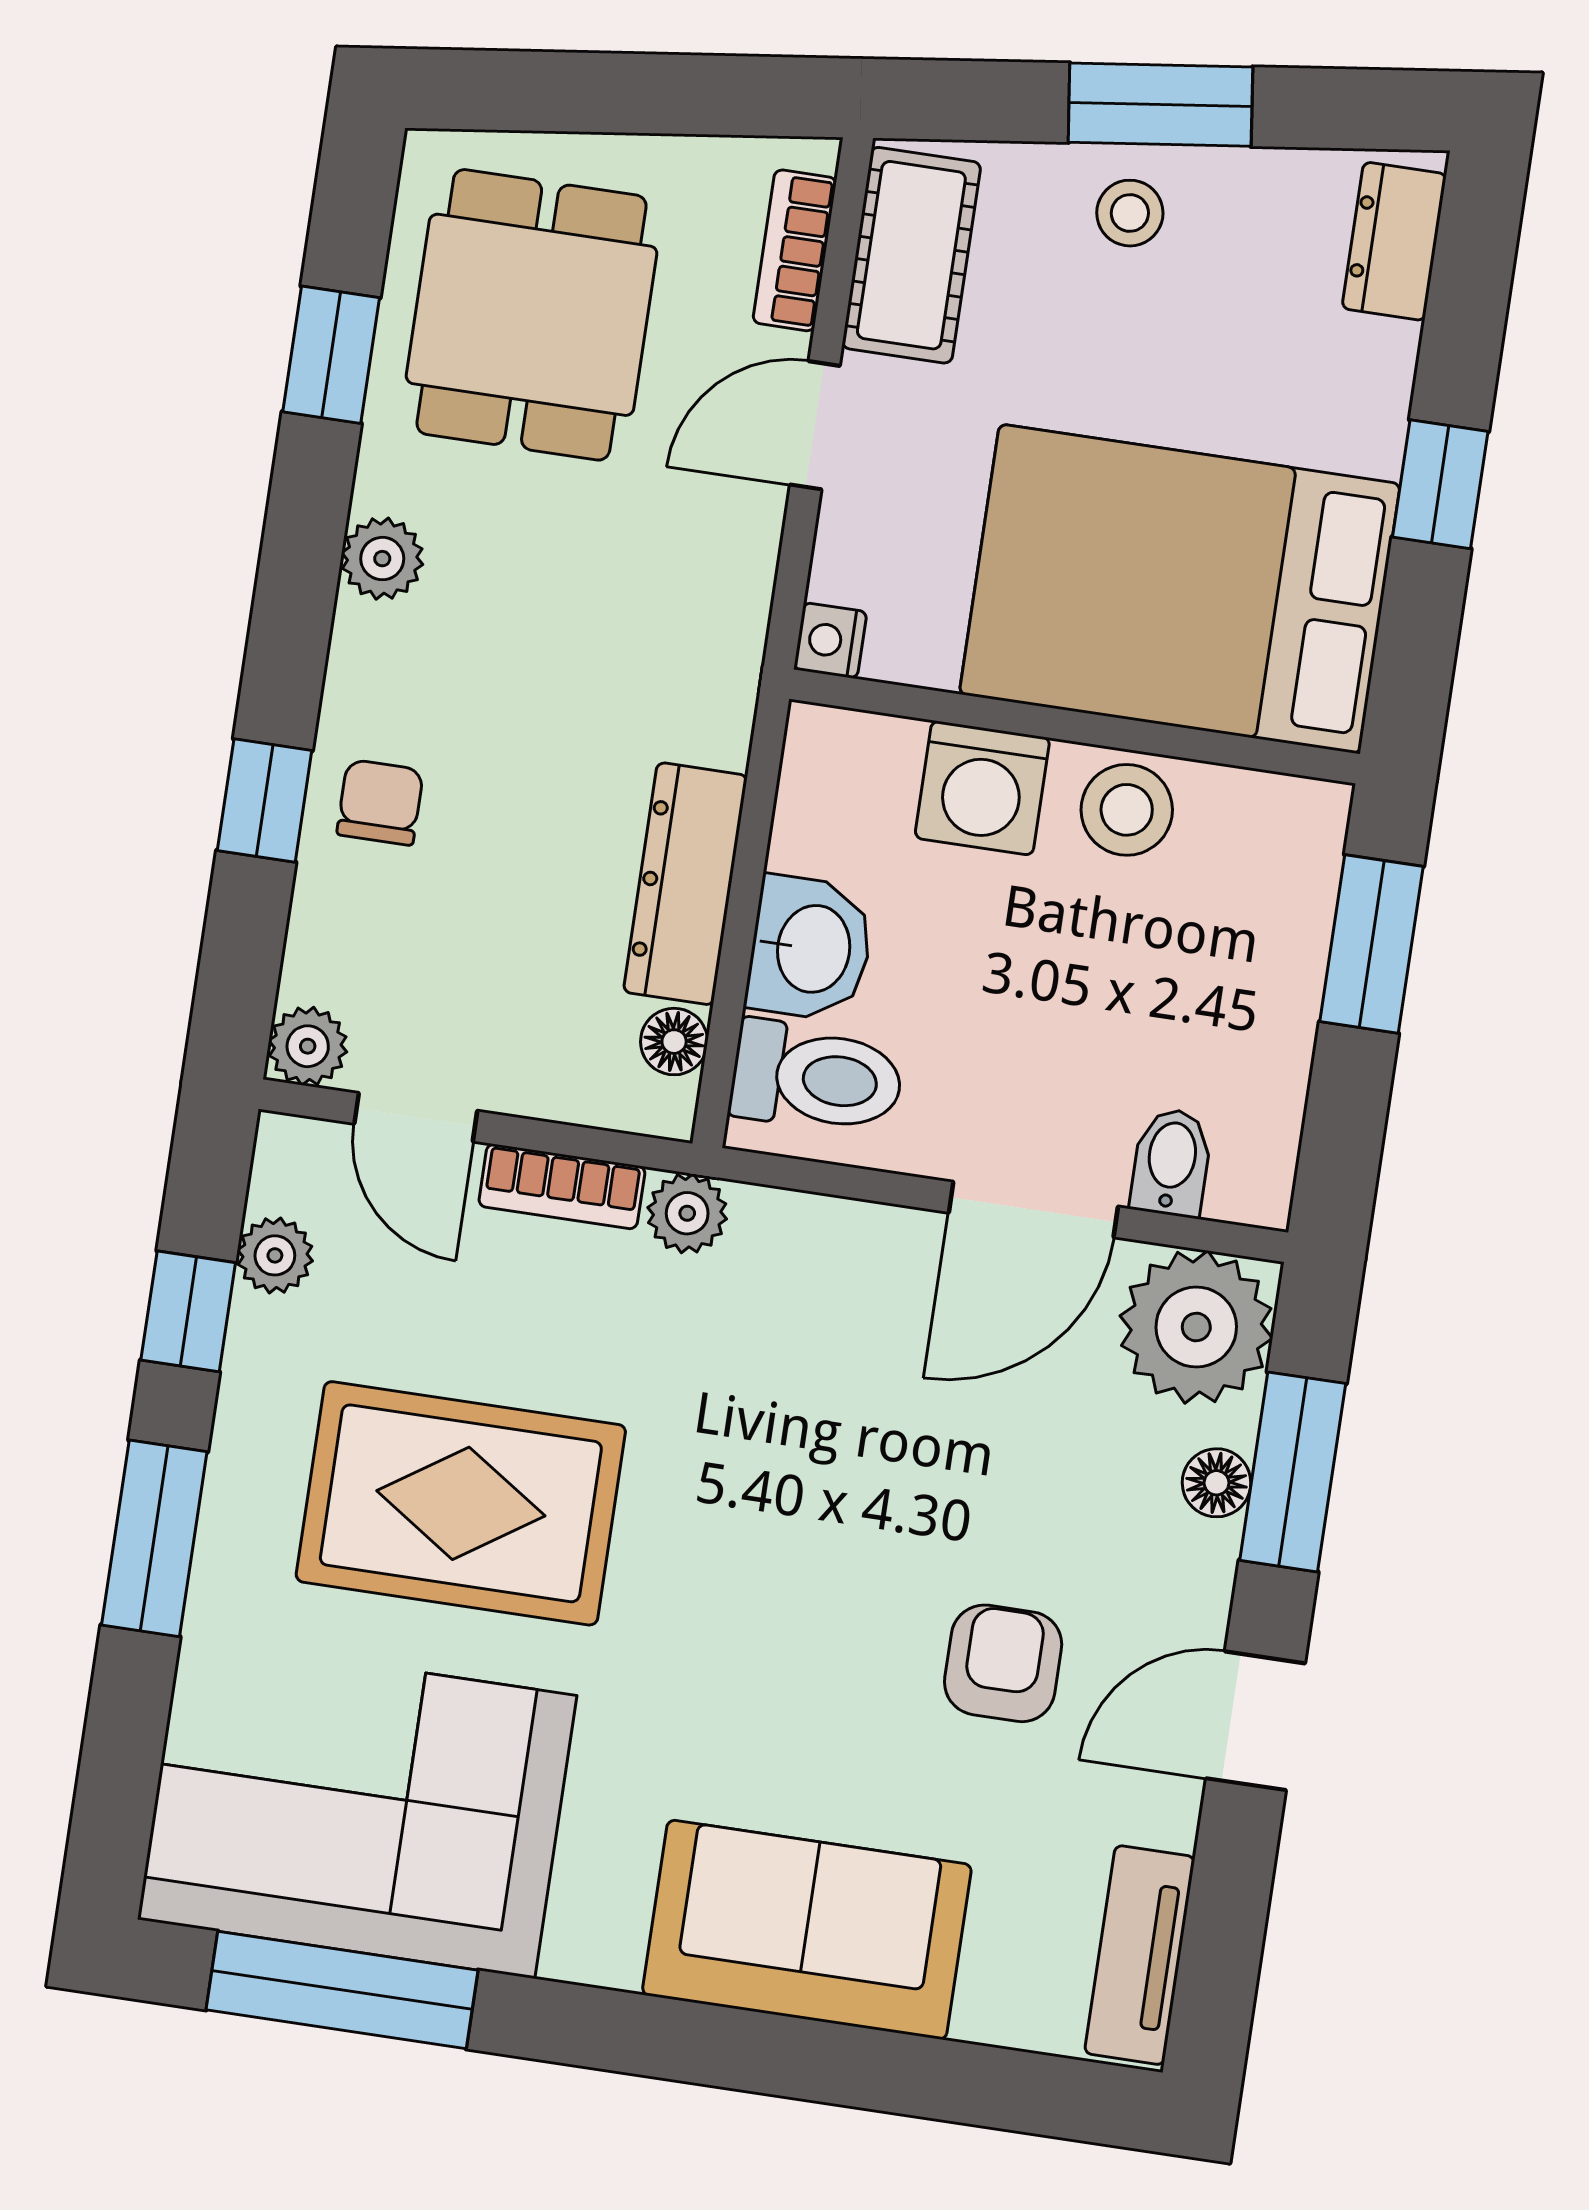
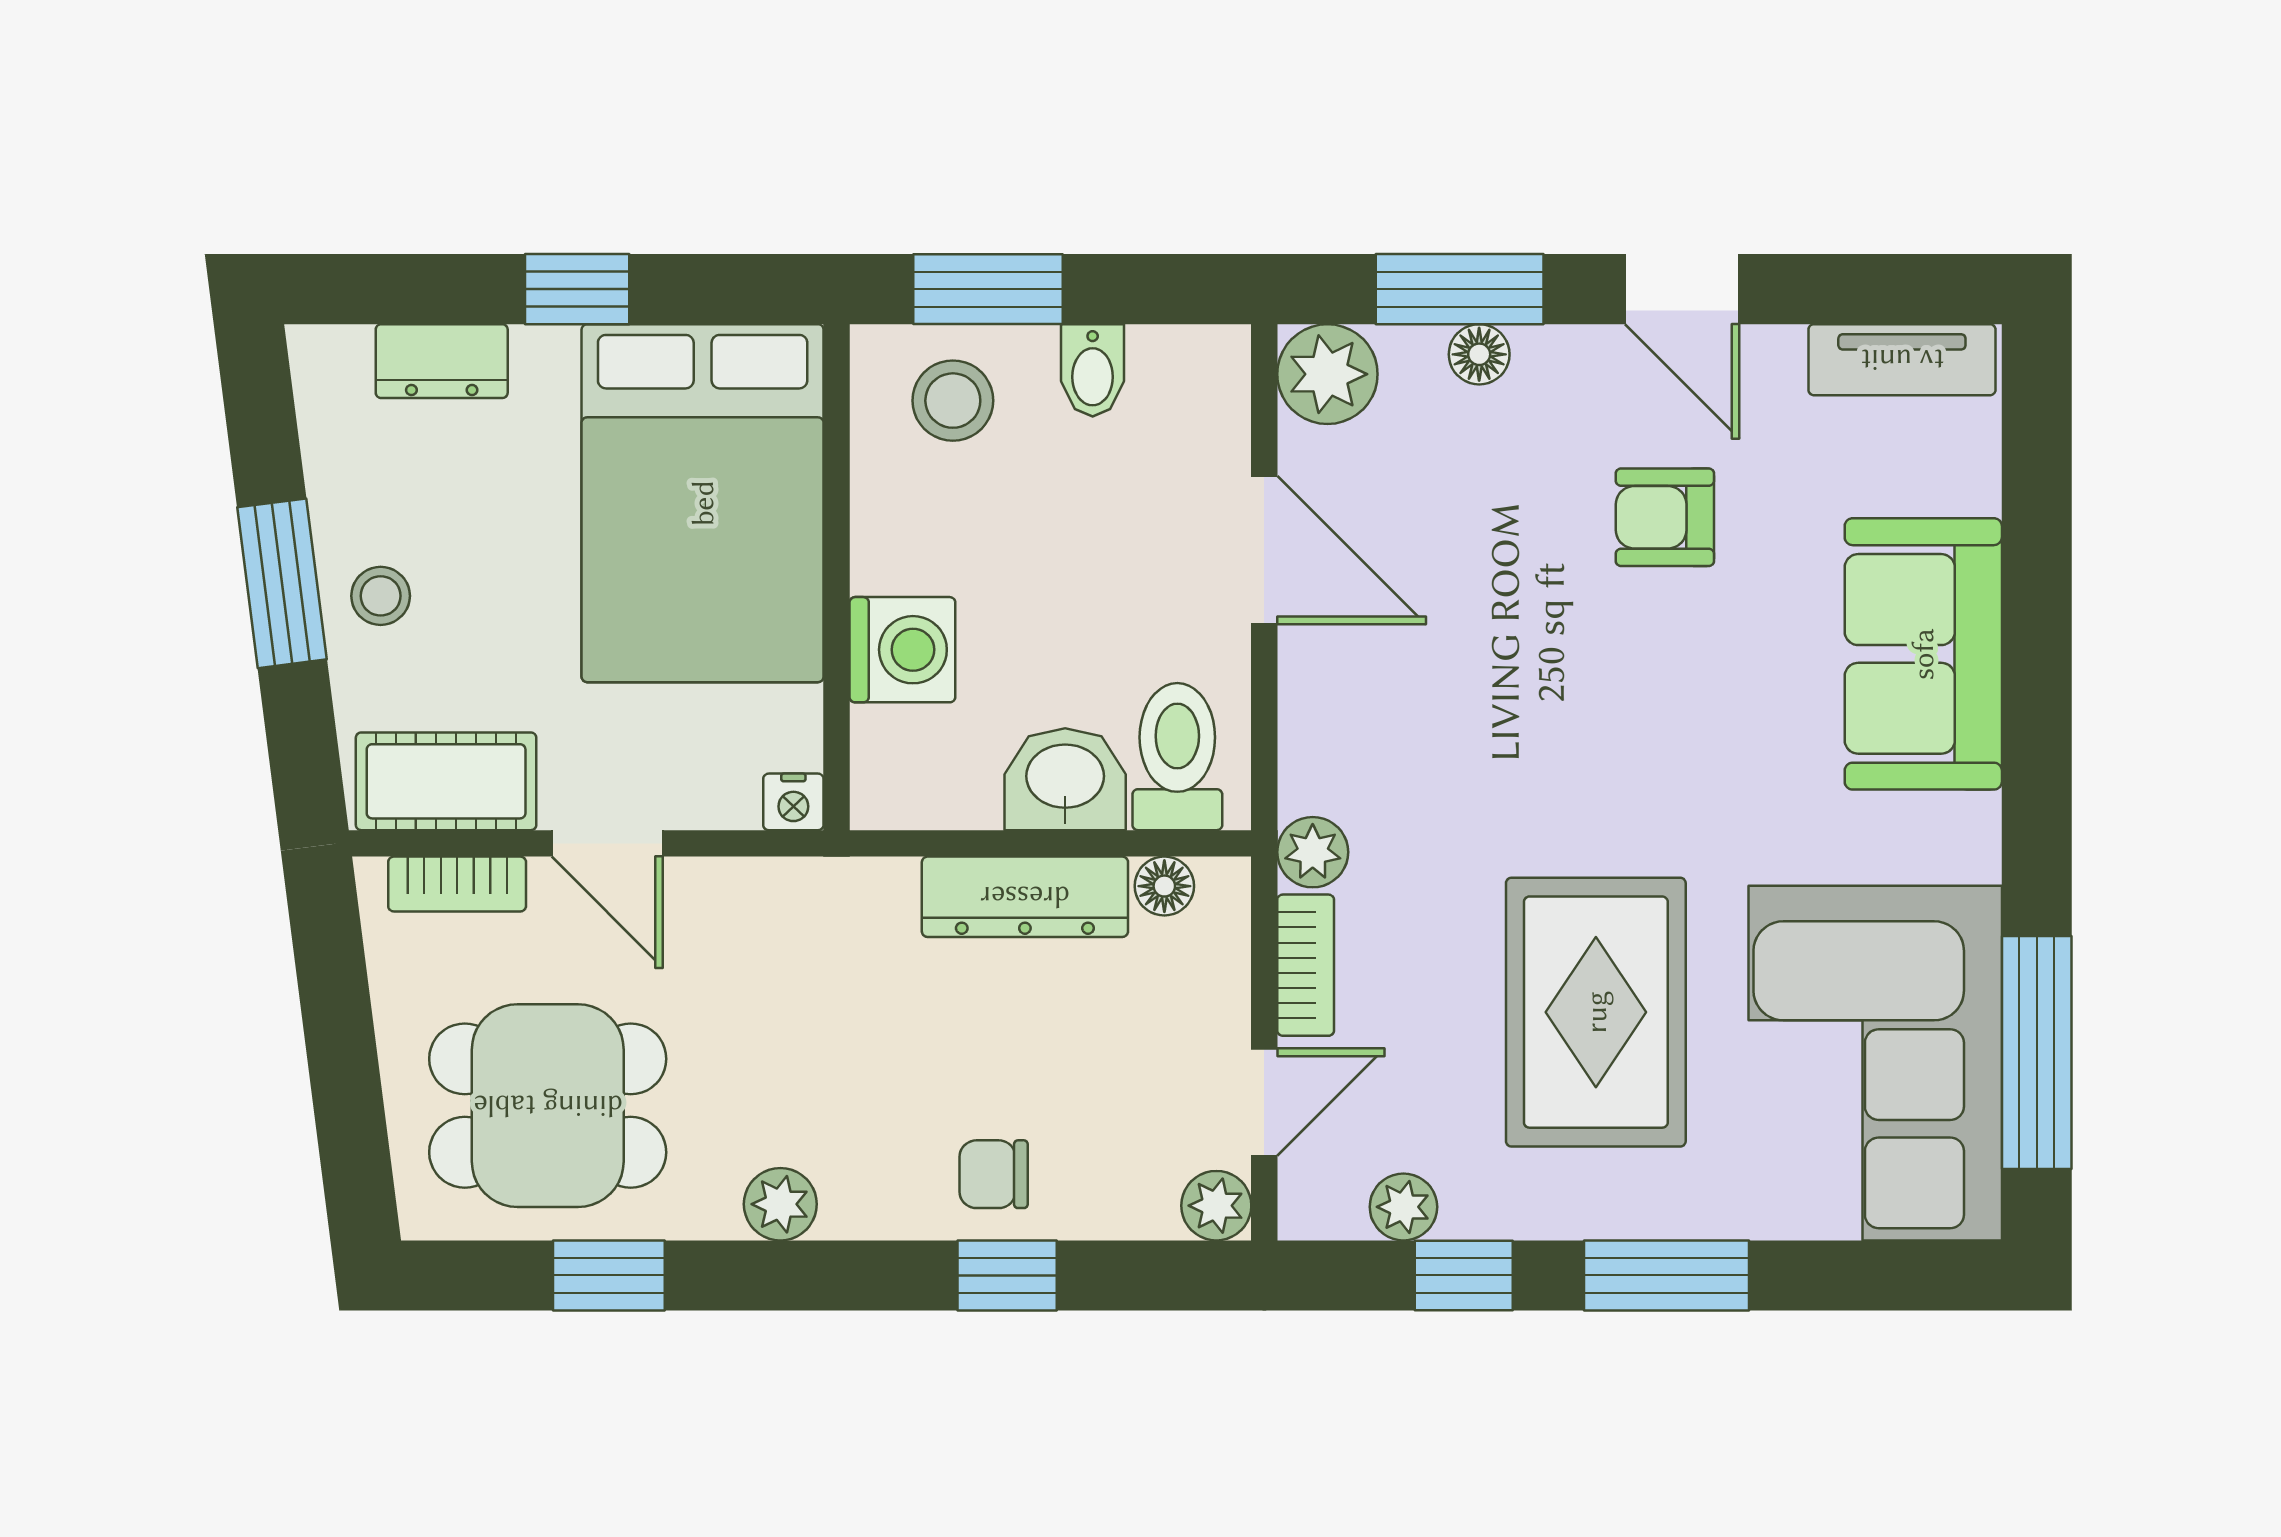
dresser: (1394, 241) -> (442, 361), moved
stool: (1127, 810) -> (953, 401), moved
bidet: (1171, 1162) -> (1093, 370), moved, turned -90
plant: (1196, 1327) -> (1327, 374), width x0.73, depth x0.73

